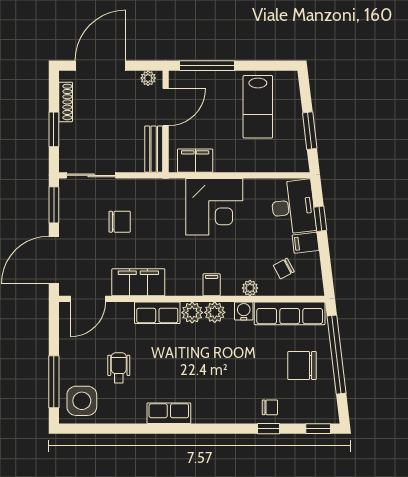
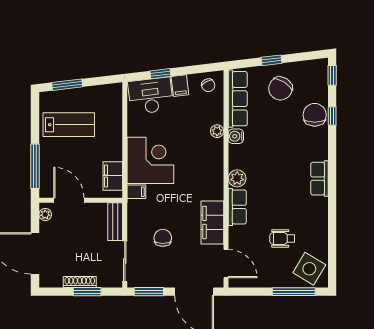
shoe rack: (66, 102) -> (80, 282), moved
window: (310, 131) -> (67, 85), moved
bench: (154, 149) -> (115, 222), moved, turned 90
chair: (284, 269) -> (208, 85), moved
filing cabinet: (212, 285) -> (136, 192), moved, turned 180
plant: (215, 312) -> (237, 160), removed
window: (336, 355) -> (271, 60), width x0.32
chair: (302, 365) -> (280, 89), turned 32
side table: (82, 401) -> (309, 269), turned 31
chair: (270, 407) -> (315, 115), width x1.87, depth x1.87
row of seats: (169, 413) -> (319, 179), moved

